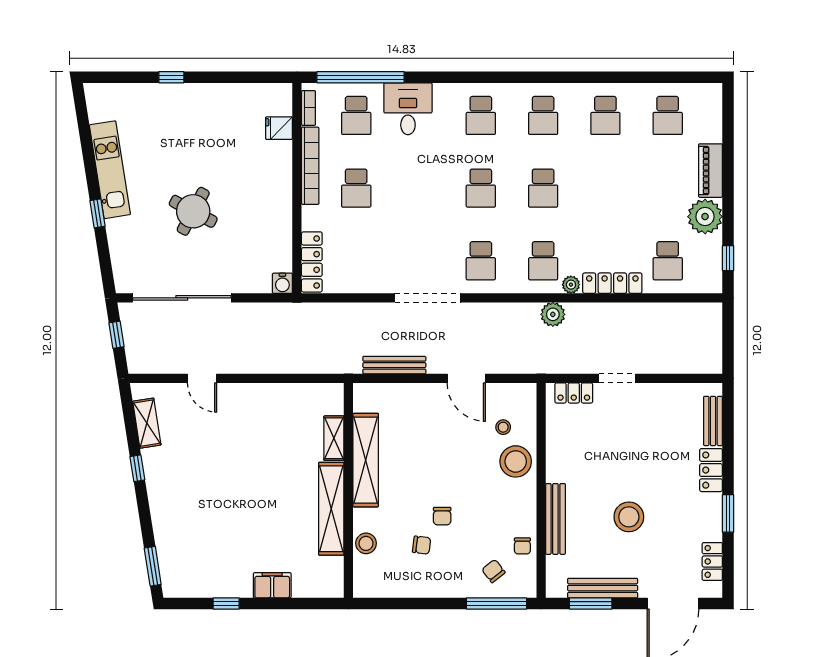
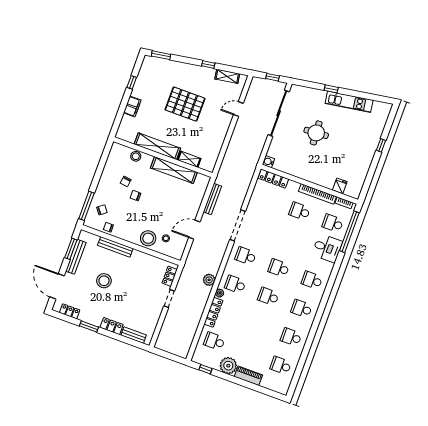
round table: (193, 211) -> (316, 133), turned -32
pallet: (230, 485) -> (185, 104), added

